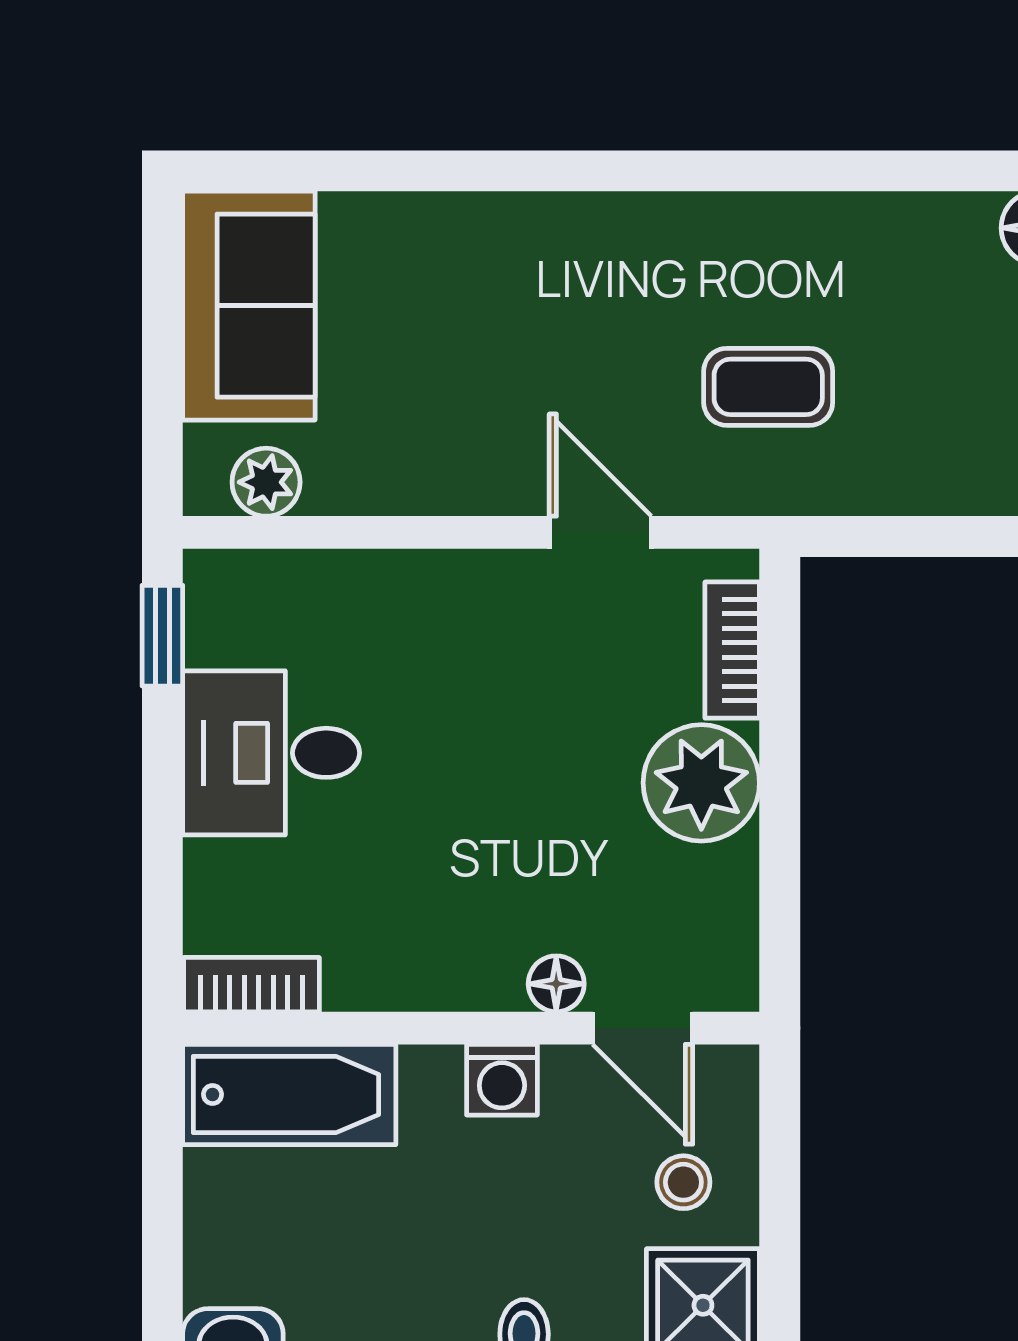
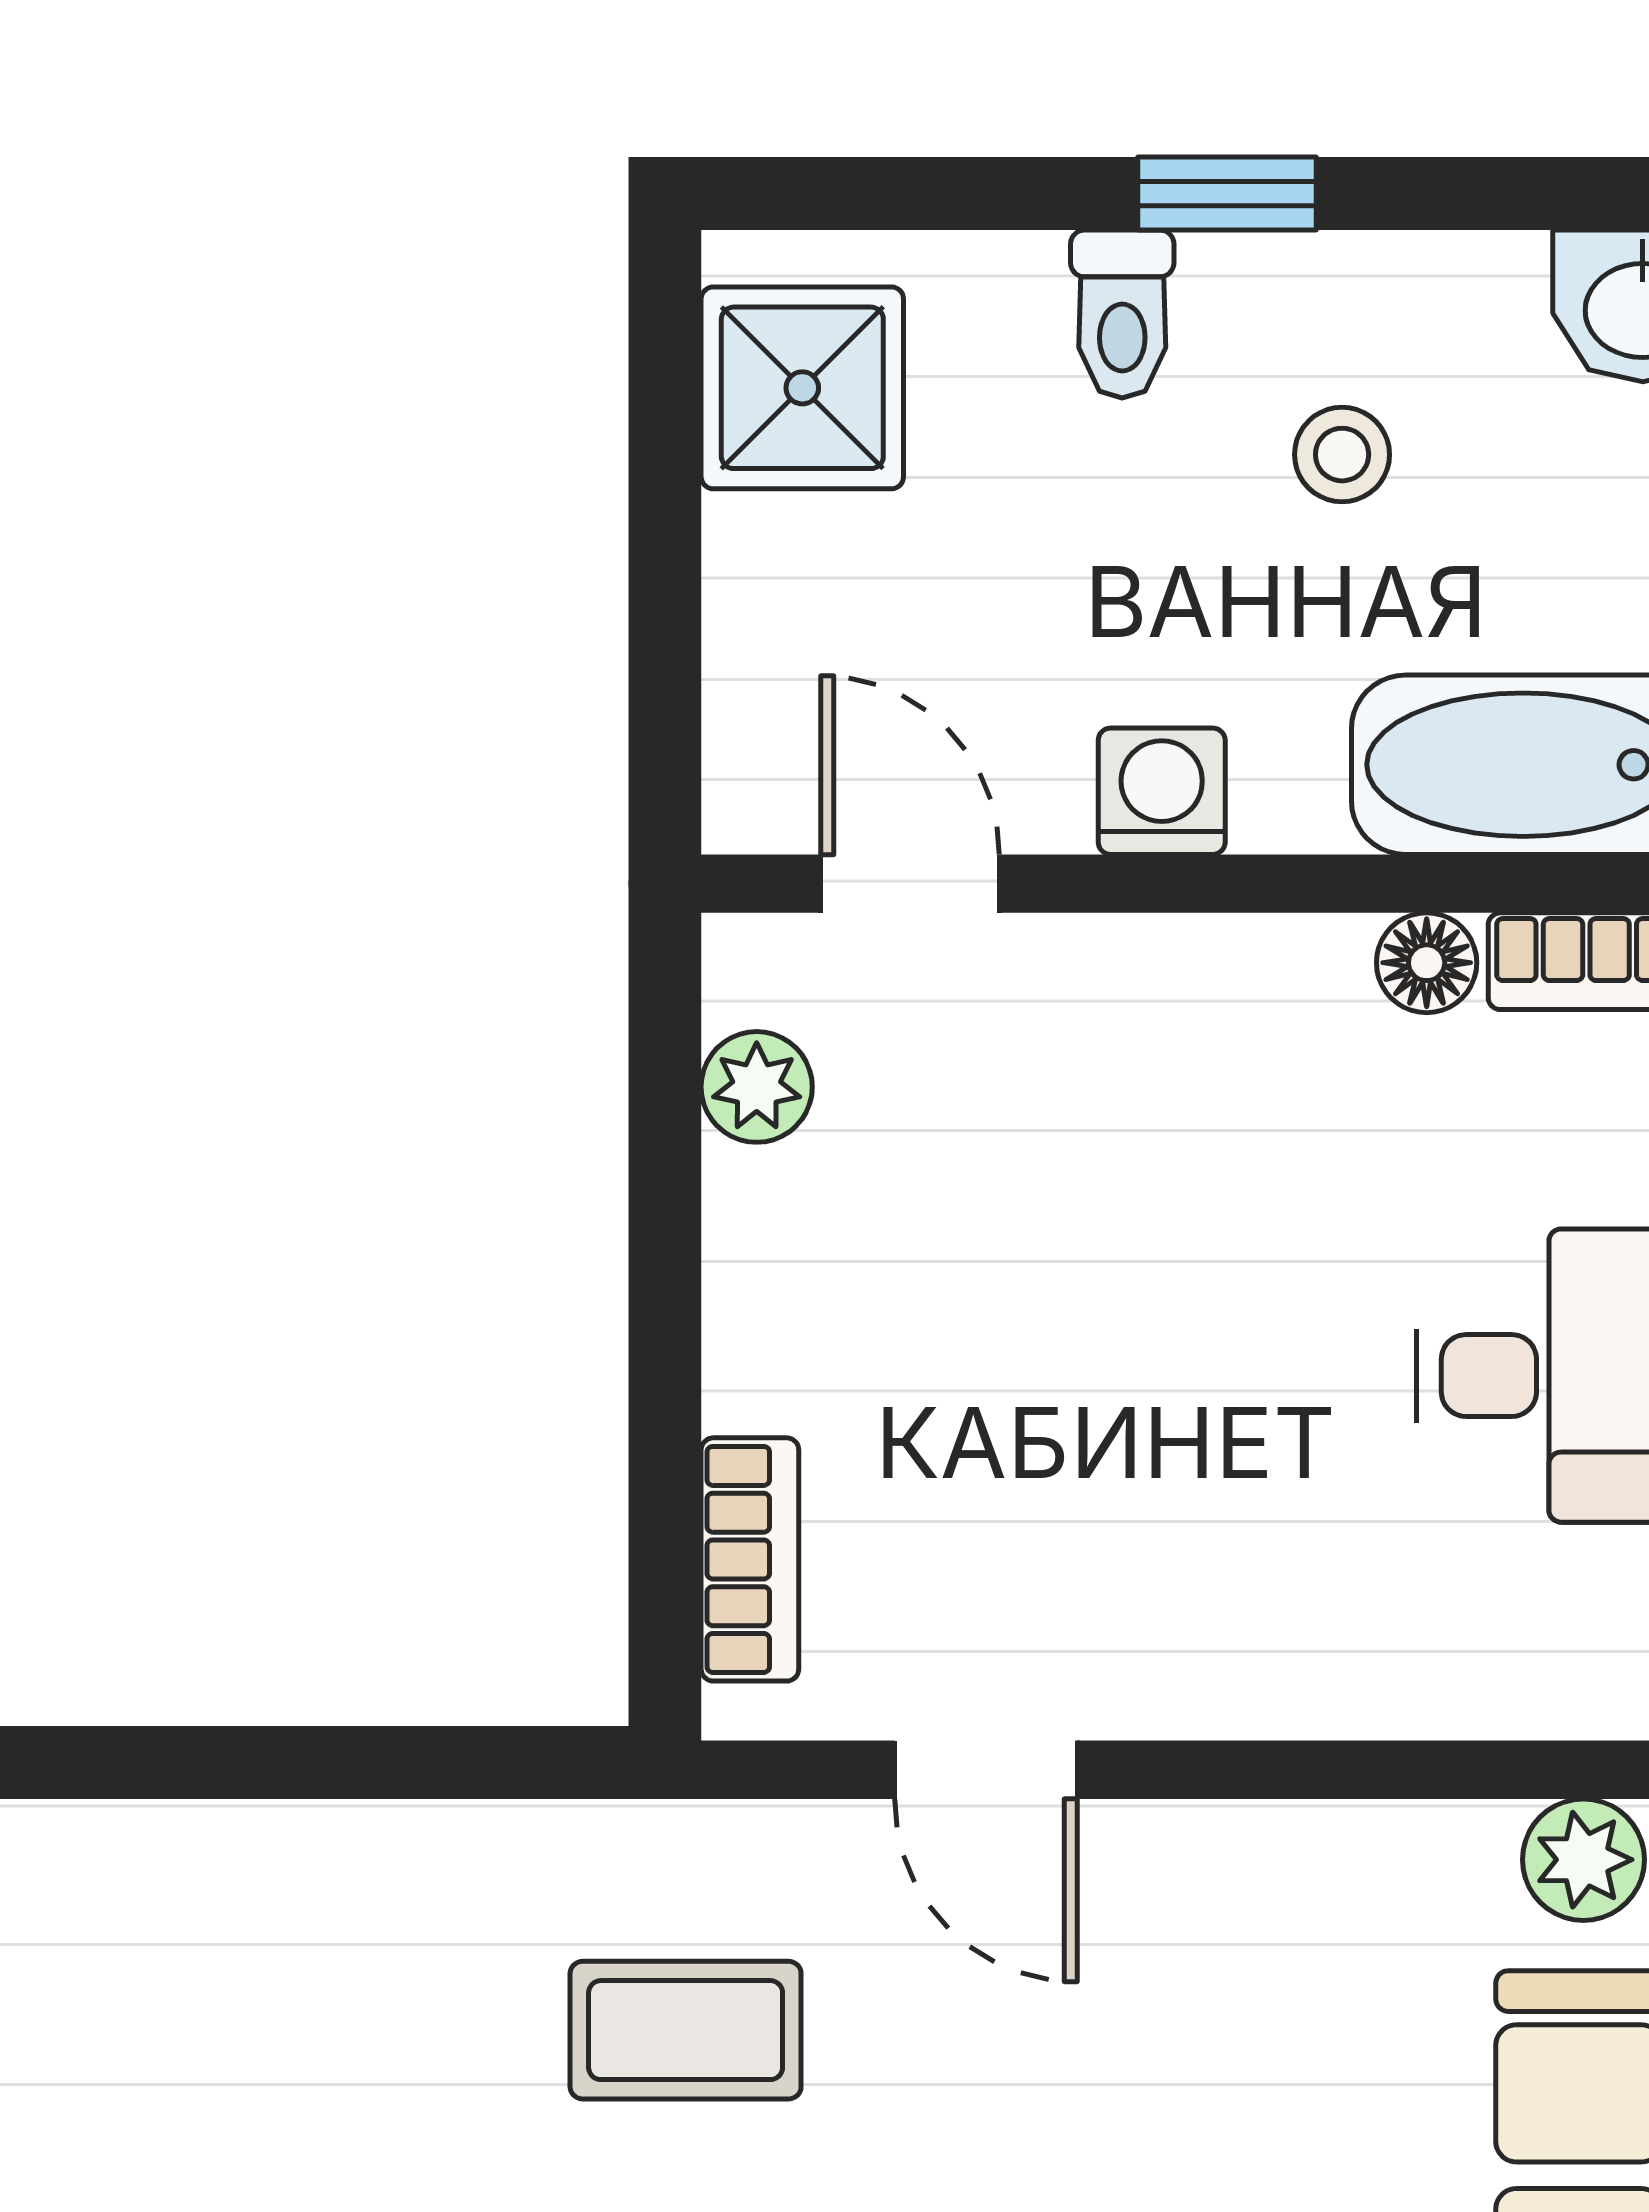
plant: (701, 783) -> (757, 1087), moved, width x0.53, depth x0.53
floor lamp: (556, 984) -> (1427, 963), moved
stool: (683, 1182) -> (1342, 455), moved

